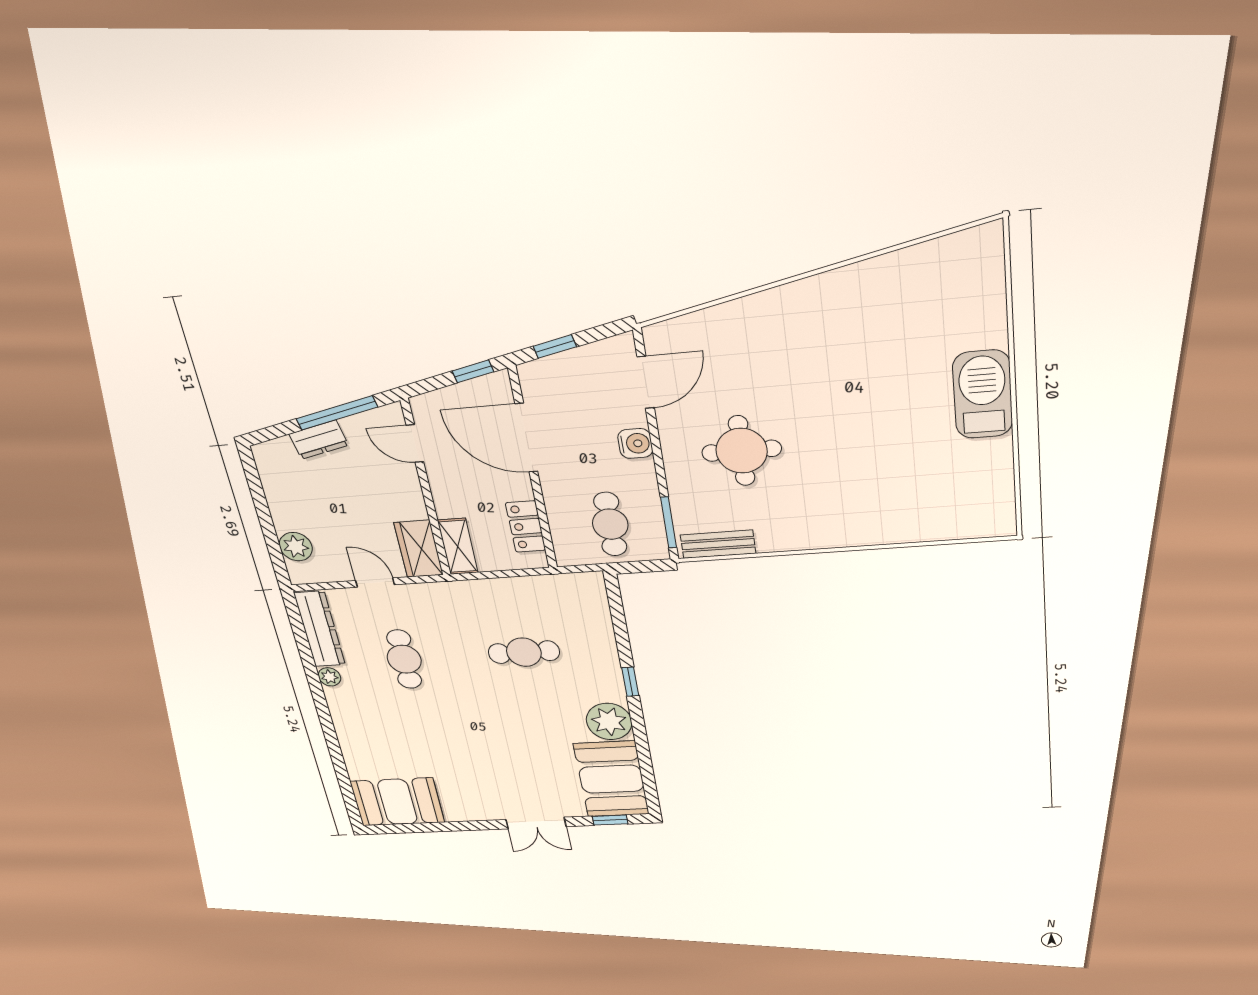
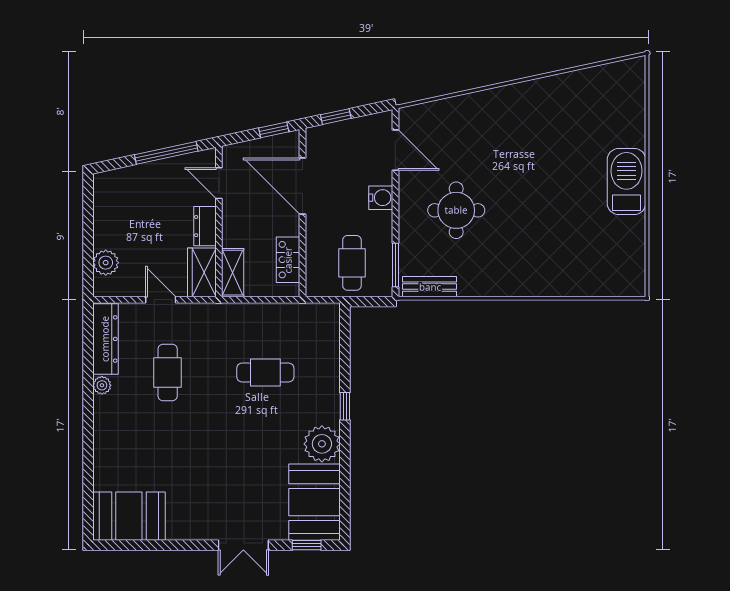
door: (646, 382) -> (395, 150), hinge flipped
dresser: (319, 440) -> (205, 226), moved, turned 102

